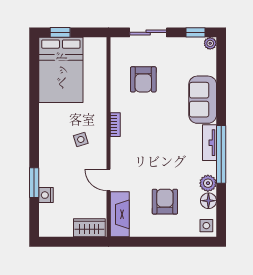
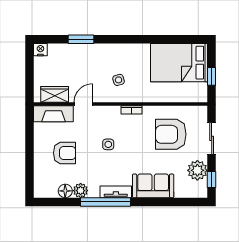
window: (60, 32) -> (212, 76), moved
plant: (210, 43) -> (197, 170), moved, width x1.88, depth x1.88
armchair: (143, 79) -> (171, 134), width x1.36, depth x1.36
nightstand: (46, 195) -> (40, 50), moved
side table: (206, 226) -> (108, 144), moved
wardrobe: (89, 228) -> (55, 94), moved, turned -90

